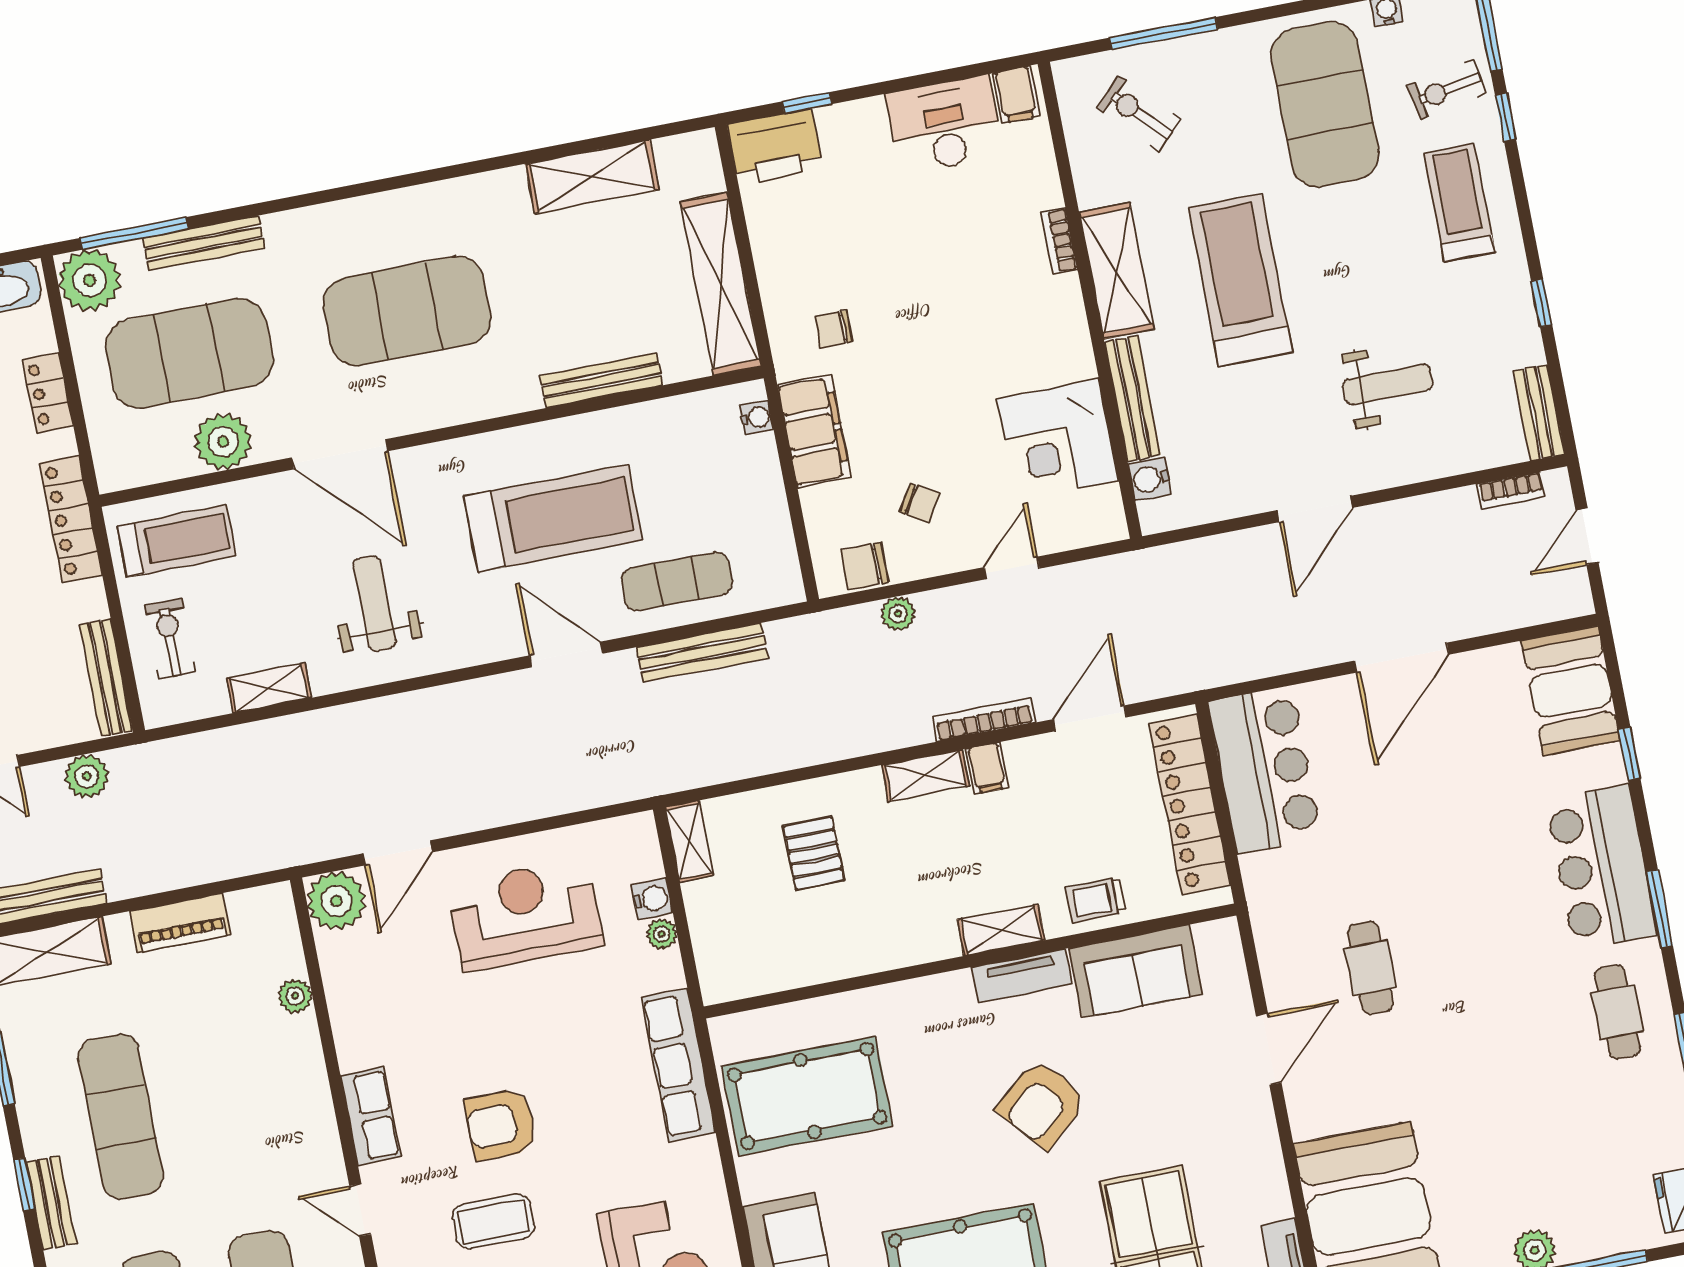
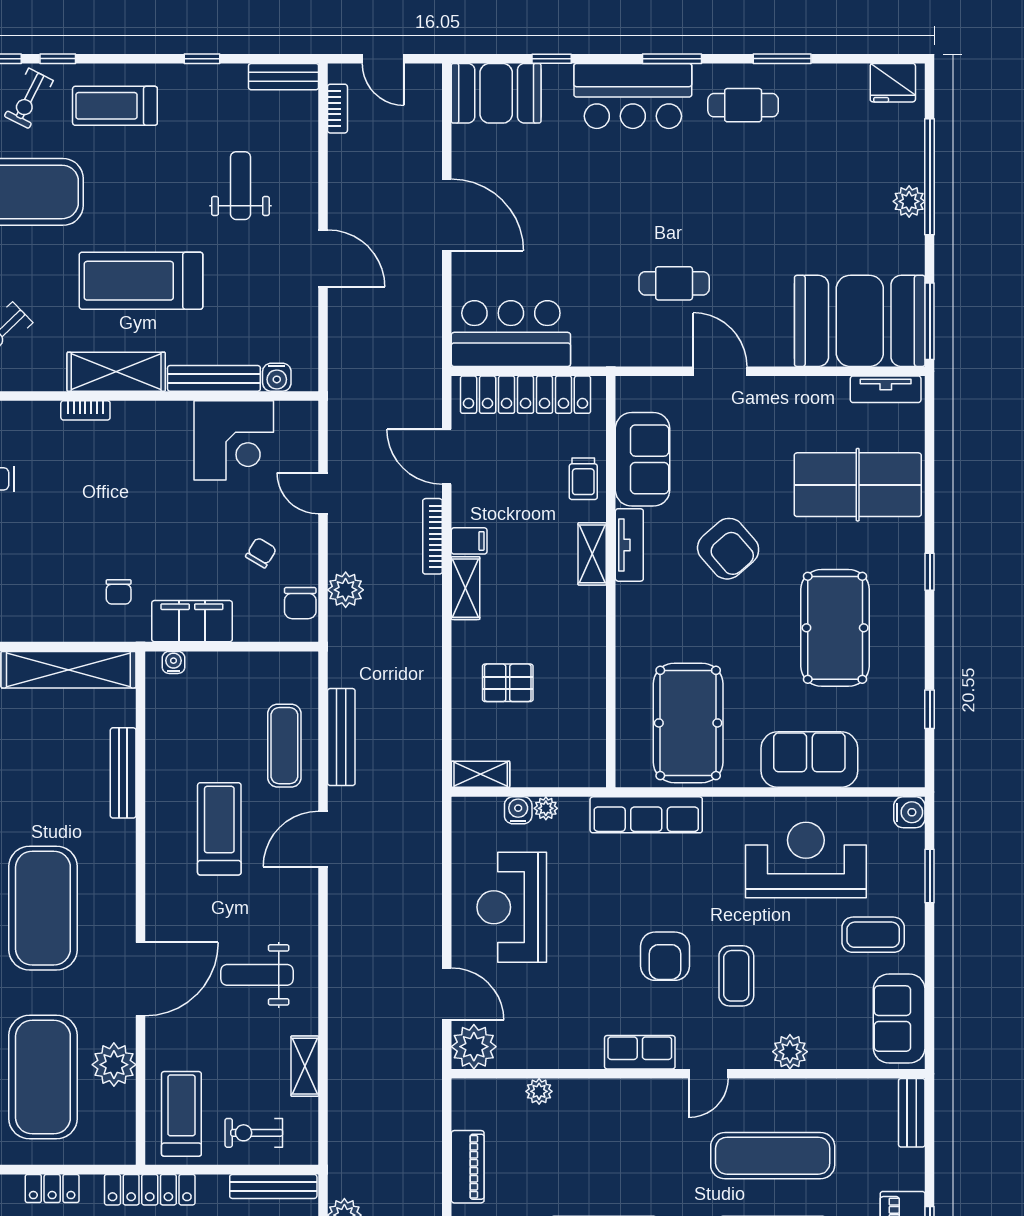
exercise bike: (1447, 90) -> (29, 98), turned 38
treadmill: (553, 518) -> (219, 829), width x0.73, depth x0.73
plant: (898, 614) -> (346, 590), width x1.38, depth x1.38

